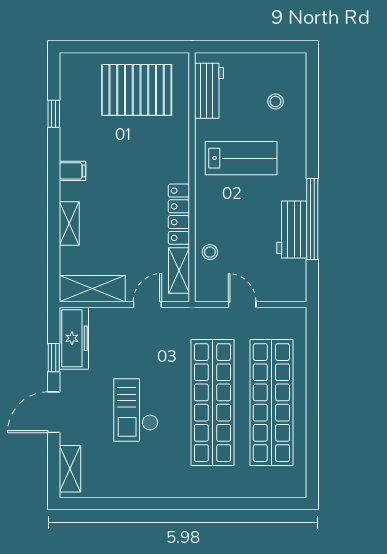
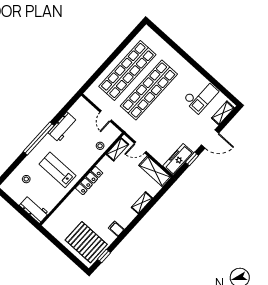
pallet: (137, 90) -> (86, 242), moved
workbench: (209, 91) -> (34, 209), moved, turned 90
window: (54, 114) -> (104, 256), moved
filing cabinet: (73, 171) -> (116, 229), moved
locker: (179, 214) -> (89, 181), moved
window: (312, 219) -> (39, 138), moved
checkout: (136, 410) -> (201, 96), moved

